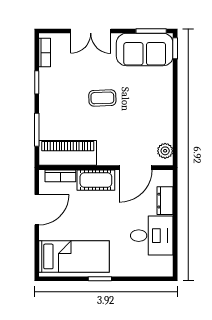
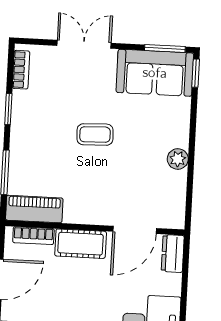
double door: (91, 31) -> (84, 44), swing flipped
plant: (165, 151) -> (178, 159), moved
piano: (68, 153) -> (34, 209), width x0.73, depth x0.75
dresser: (165, 201) -> (173, 253), moved

